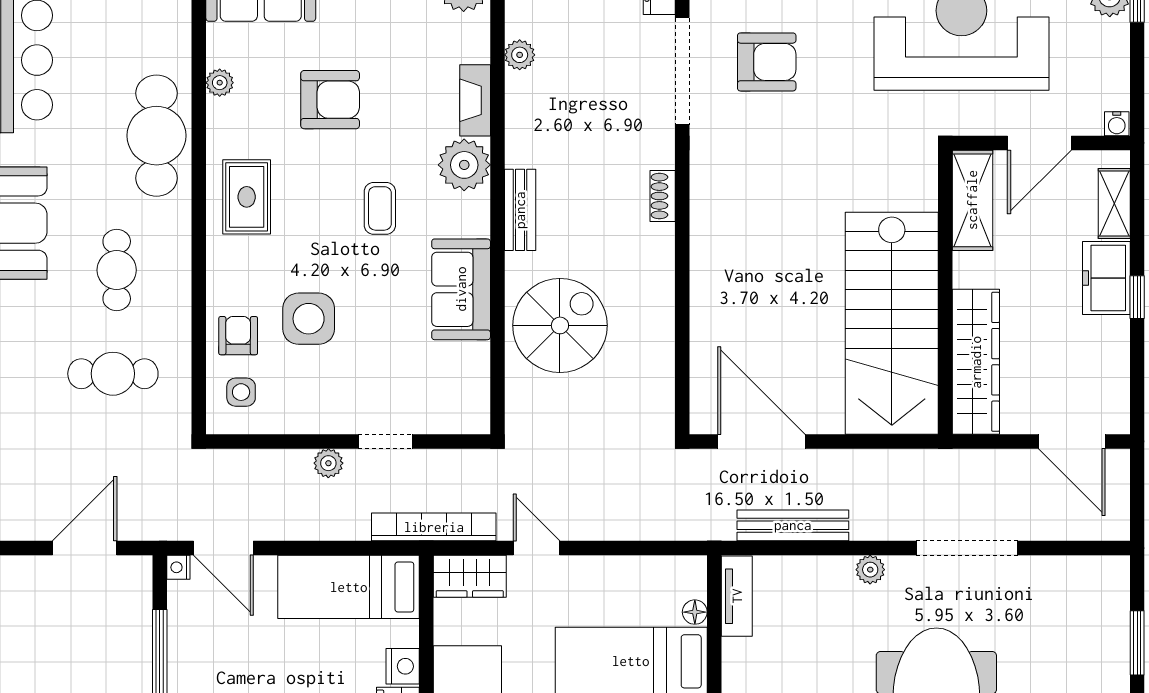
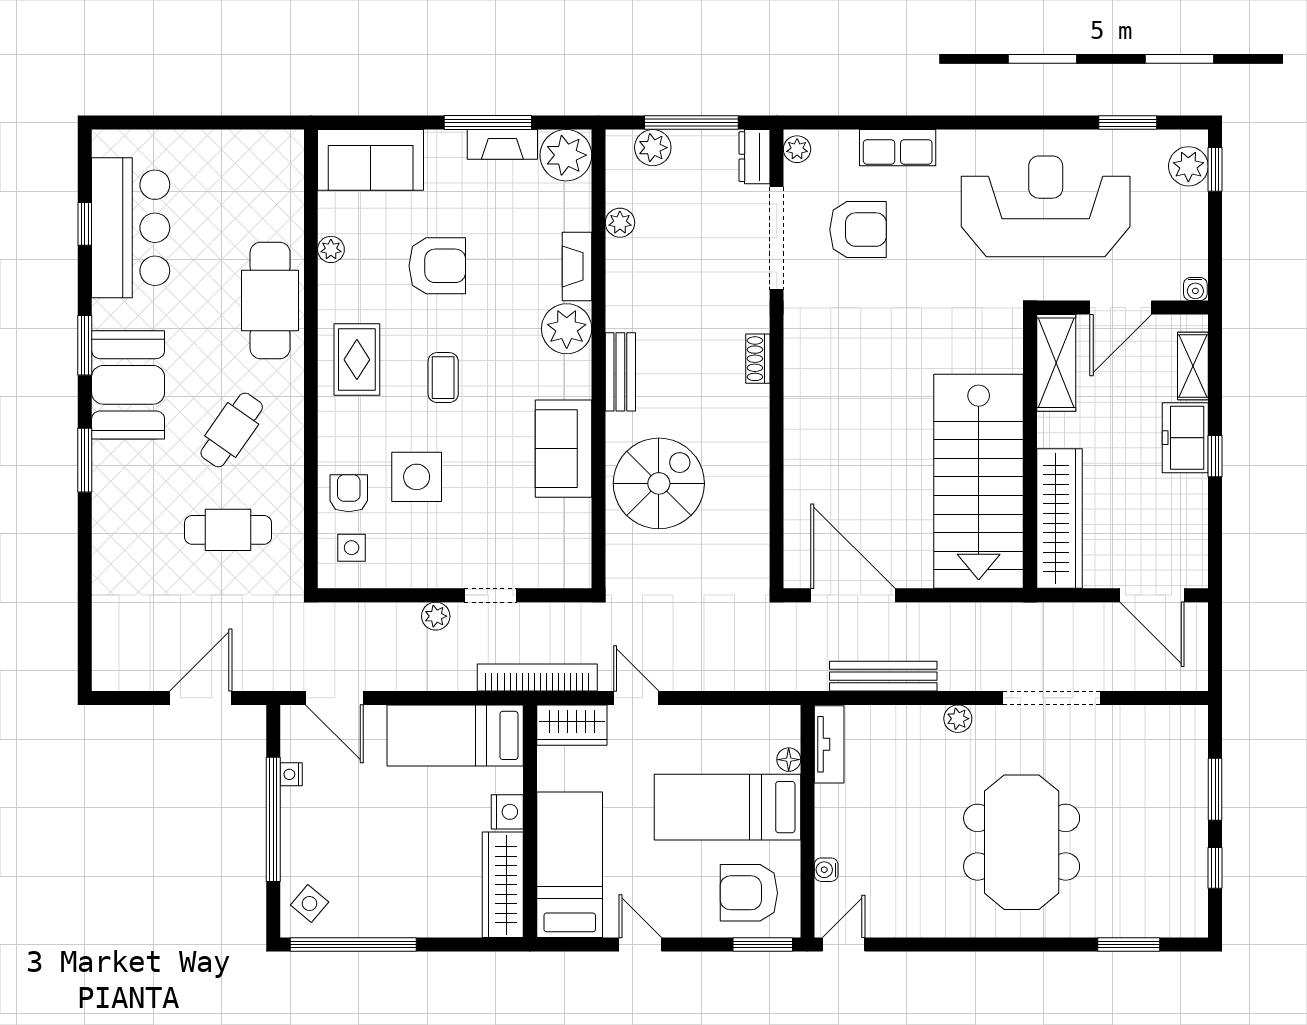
coffee table: (380, 208) -> (443, 378), moved
cafe table: (117, 270) -> (232, 430), turned 35
nightstand: (178, 567) -> (291, 774), moved

